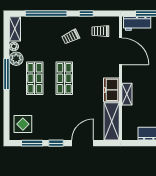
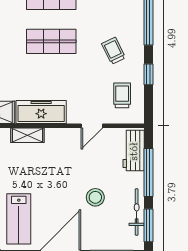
door: (120, 51) -> (92, 126), width x0.53
freezer: (111, 90) -> (41, 112), width x1.40

